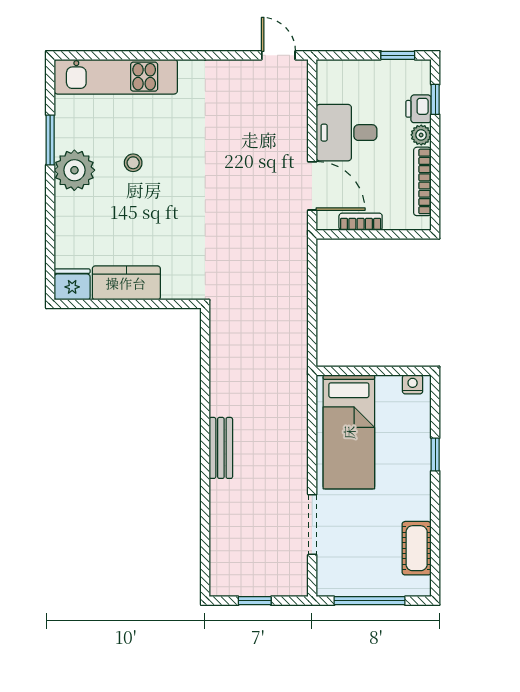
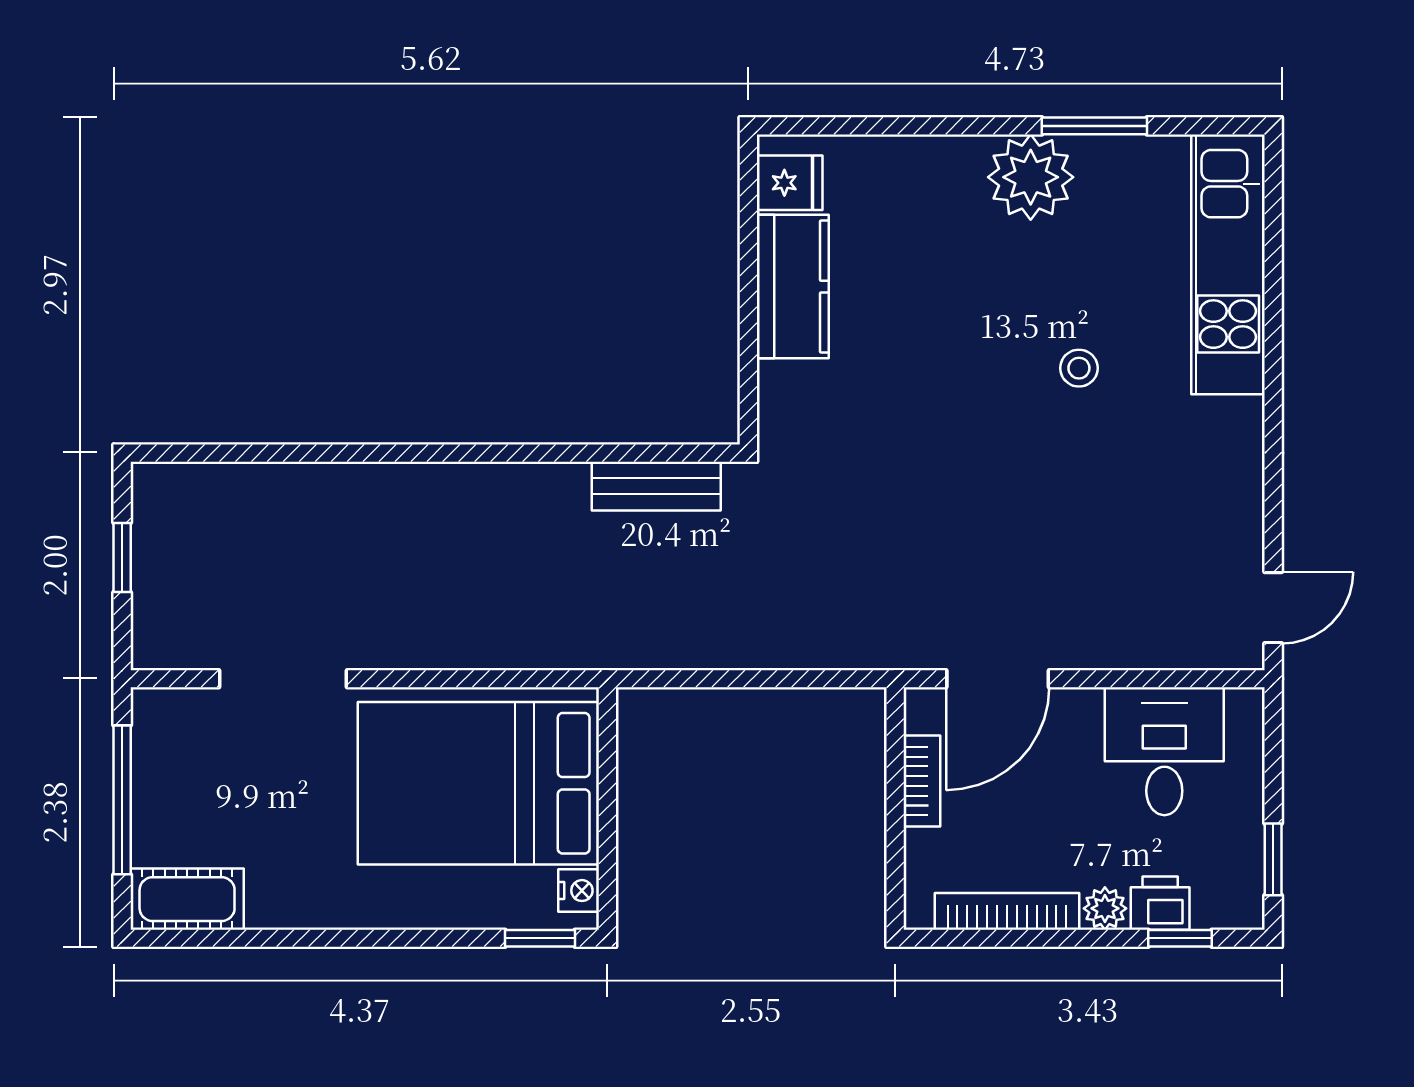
desk: (347, 133) -> (1164, 751), moved
stool: (133, 163) -> (1079, 368), moved
fridge: (72, 284) -> (790, 183), width x0.72
bed: (349, 432) -> (478, 783), width x1.50
bench: (221, 448) -> (656, 486), moved
window: (435, 455) -> (540, 938), moved
cot: (417, 548) -> (187, 899), moved

